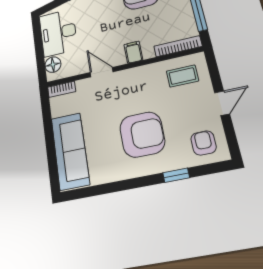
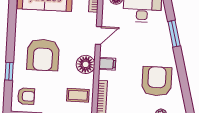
coffee table: (182, 76) -> (78, 95), turned 90
floor lamp: (141, 77) -> (86, 64), added

